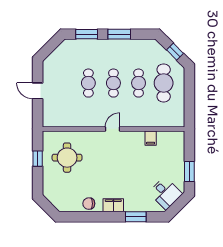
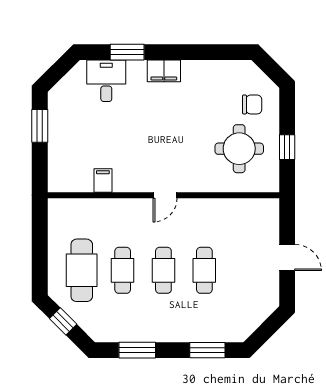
window: (119, 34) -> (137, 350), moved
desk: (165, 193) -> (106, 81), moved, turned 45
chair: (89, 204) -> (252, 104), moved

